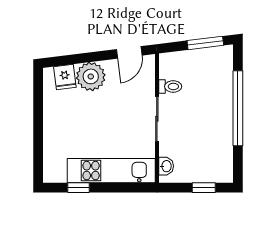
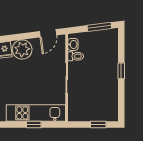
window: (238, 108) -> (121, 71), width x0.32
washbasin: (166, 166) -> (73, 44), moved
window: (79, 188) -> (34, 124), moved

